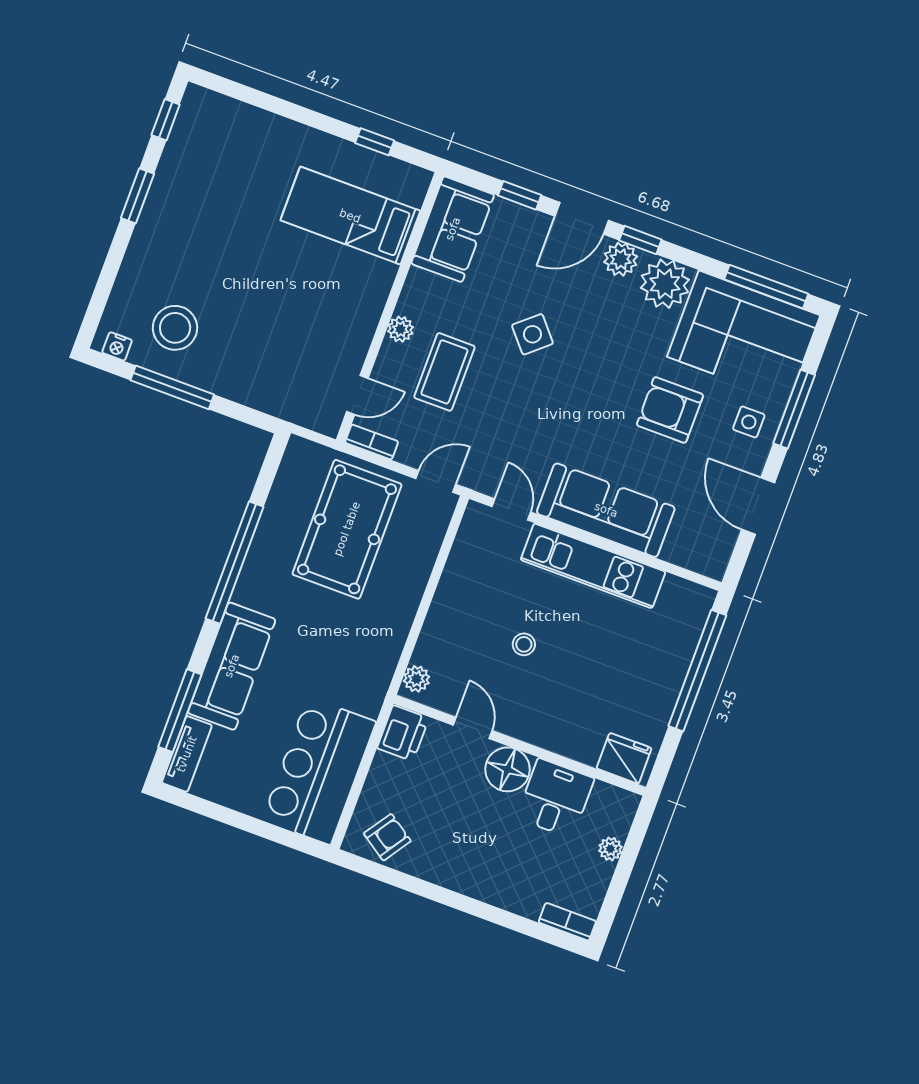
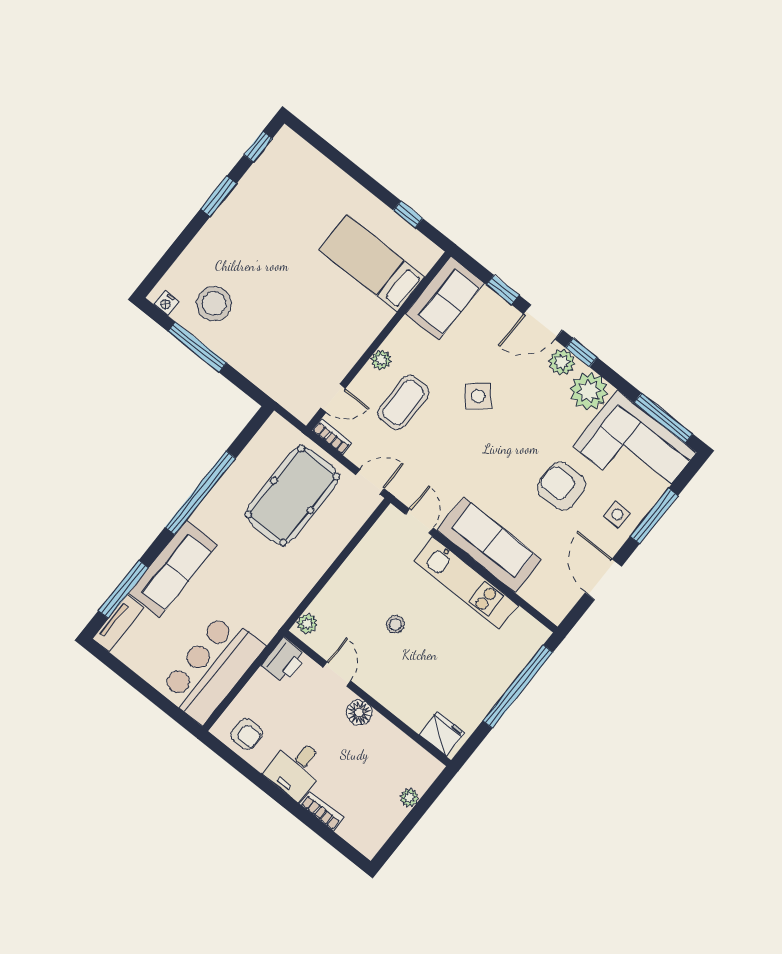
floor lamp: (507, 769) -> (359, 713), width x0.73, depth x0.73
desk: (555, 798) -> (296, 769), moved, turned 180
armchair: (387, 837) -> (247, 734), turned 56
bookcase: (567, 922) -> (322, 811), moved

